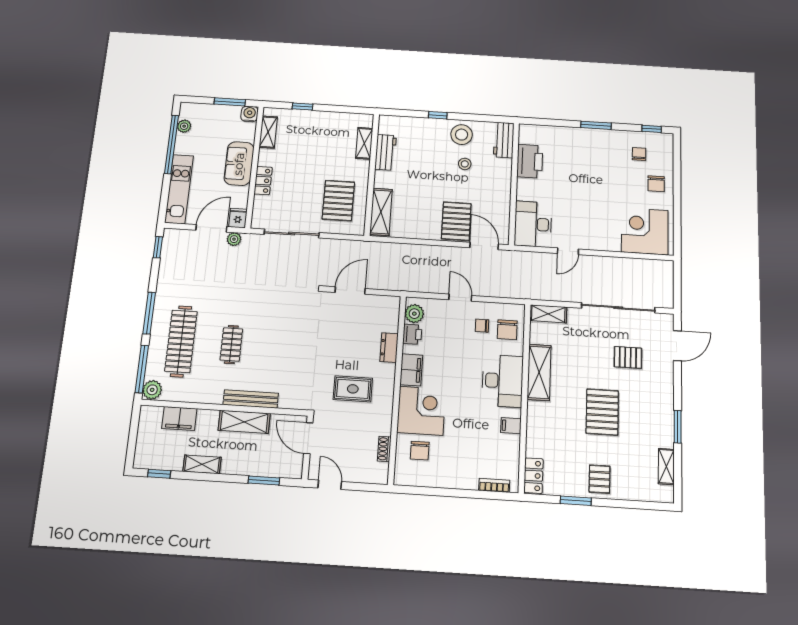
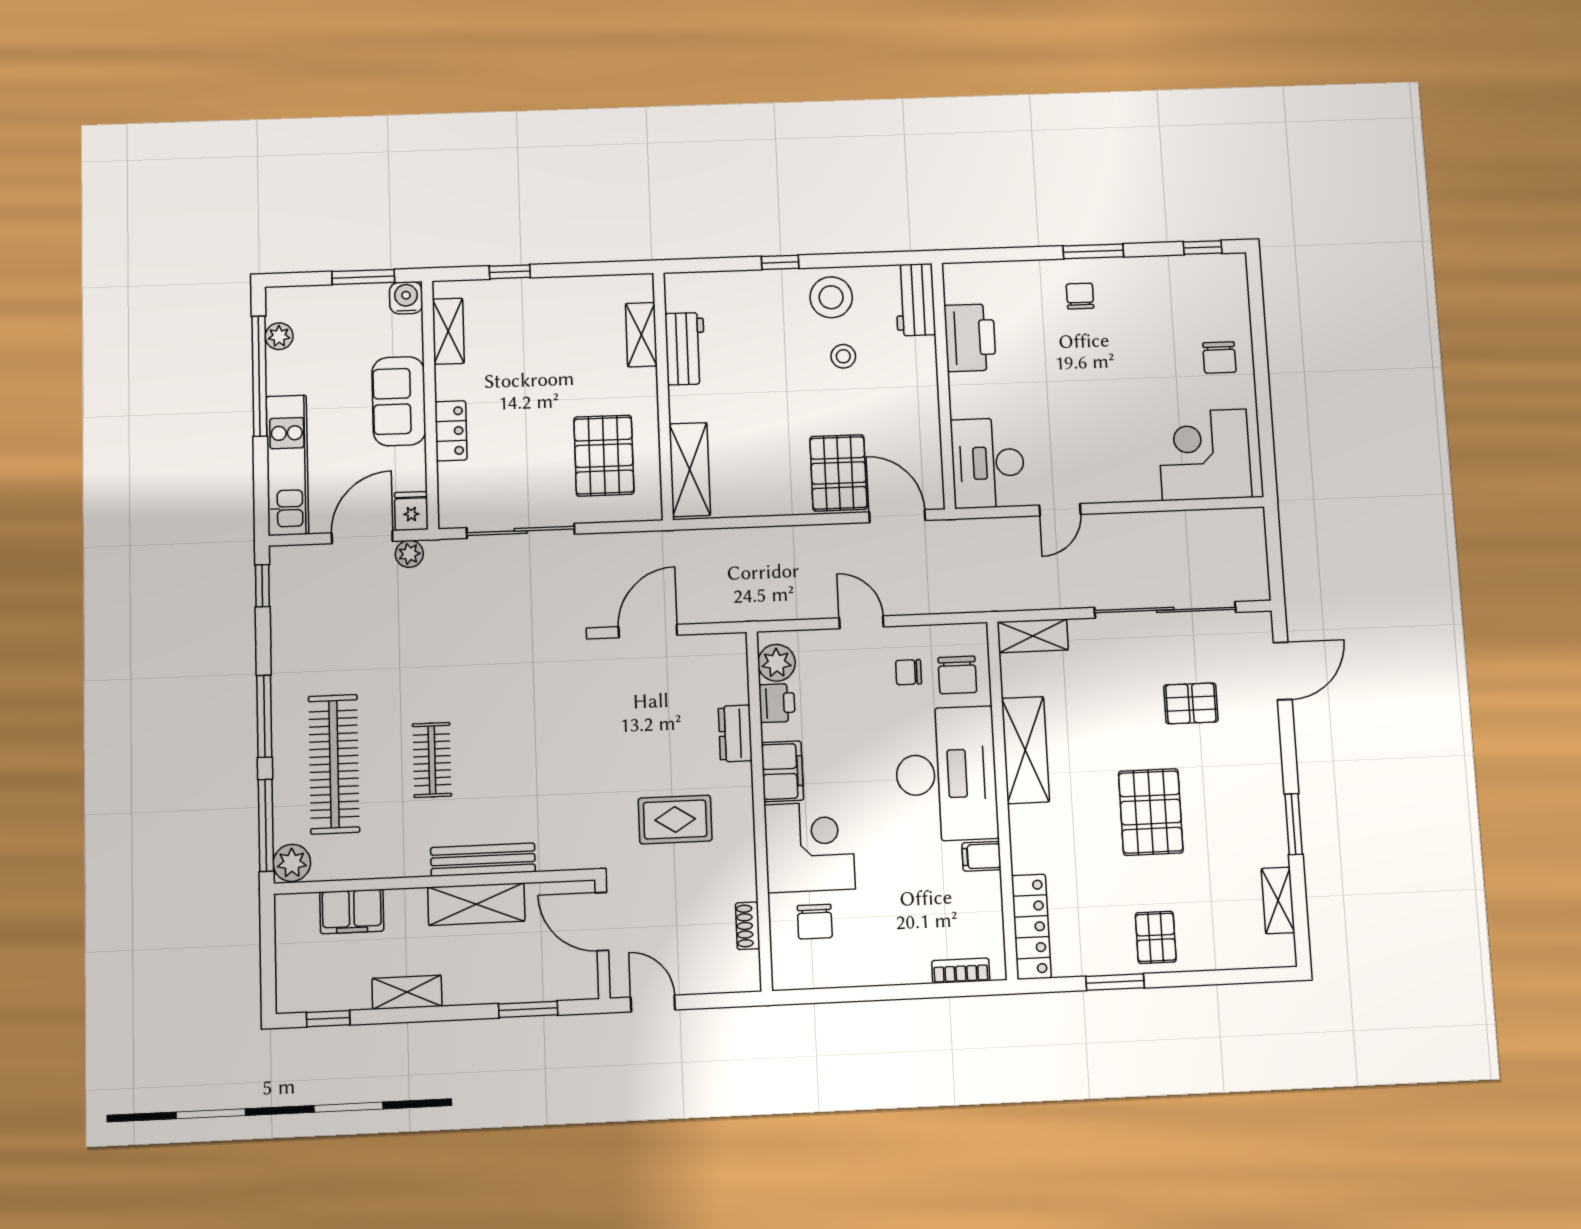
chair: (639, 154) -> (1080, 296), moved
desk: (502, 381) -> (946, 774), width x1.36, depth x1.30
locker: (533, 476) -> (1031, 927), width x1.53

